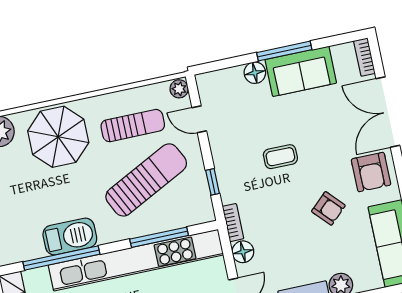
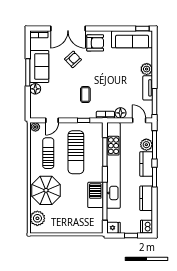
coffee table: (280, 157) -> (85, 95), moved
sun lounger: (146, 180) -> (76, 152), turned -153
armchair: (328, 208) -> (73, 59), moved

